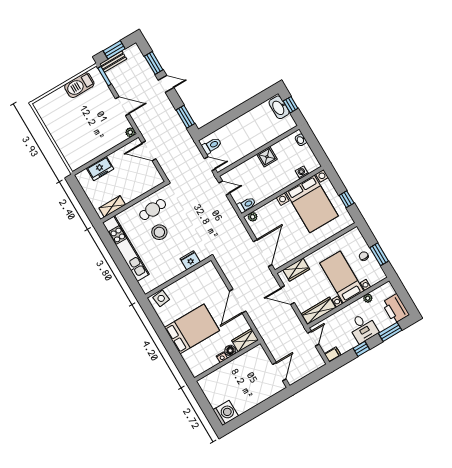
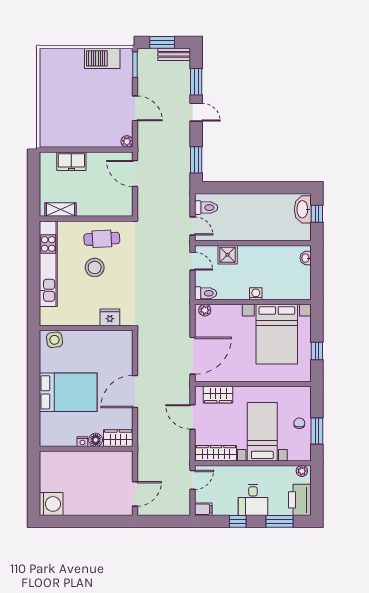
bench: (113, 62) -> (174, 54), moved
shower: (267, 157) -> (228, 255), moved
washing machine: (302, 172) -> (256, 294), moved
plant: (368, 298) -> (302, 471), moved

